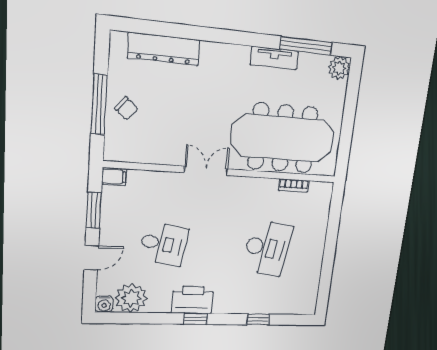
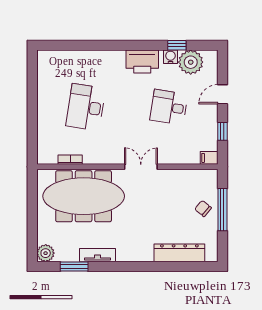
window: (306, 46) -> (74, 267), width x0.69
double door: (206, 171) -> (141, 167), swing flipped
window: (94, 210) -> (222, 131), width x0.67
water cooler: (104, 304) -> (170, 57), moved
window: (195, 319) -> (177, 45), moved
window: (258, 319) -> (86, 45), removed

